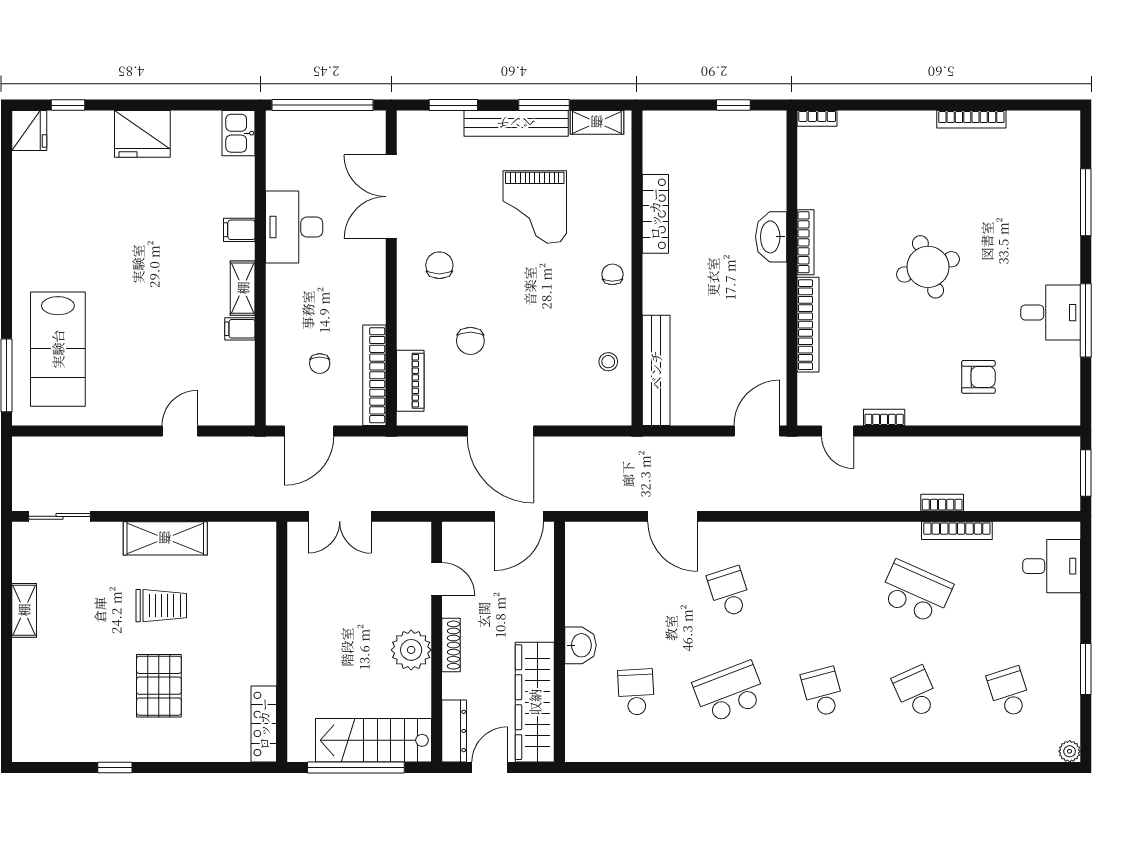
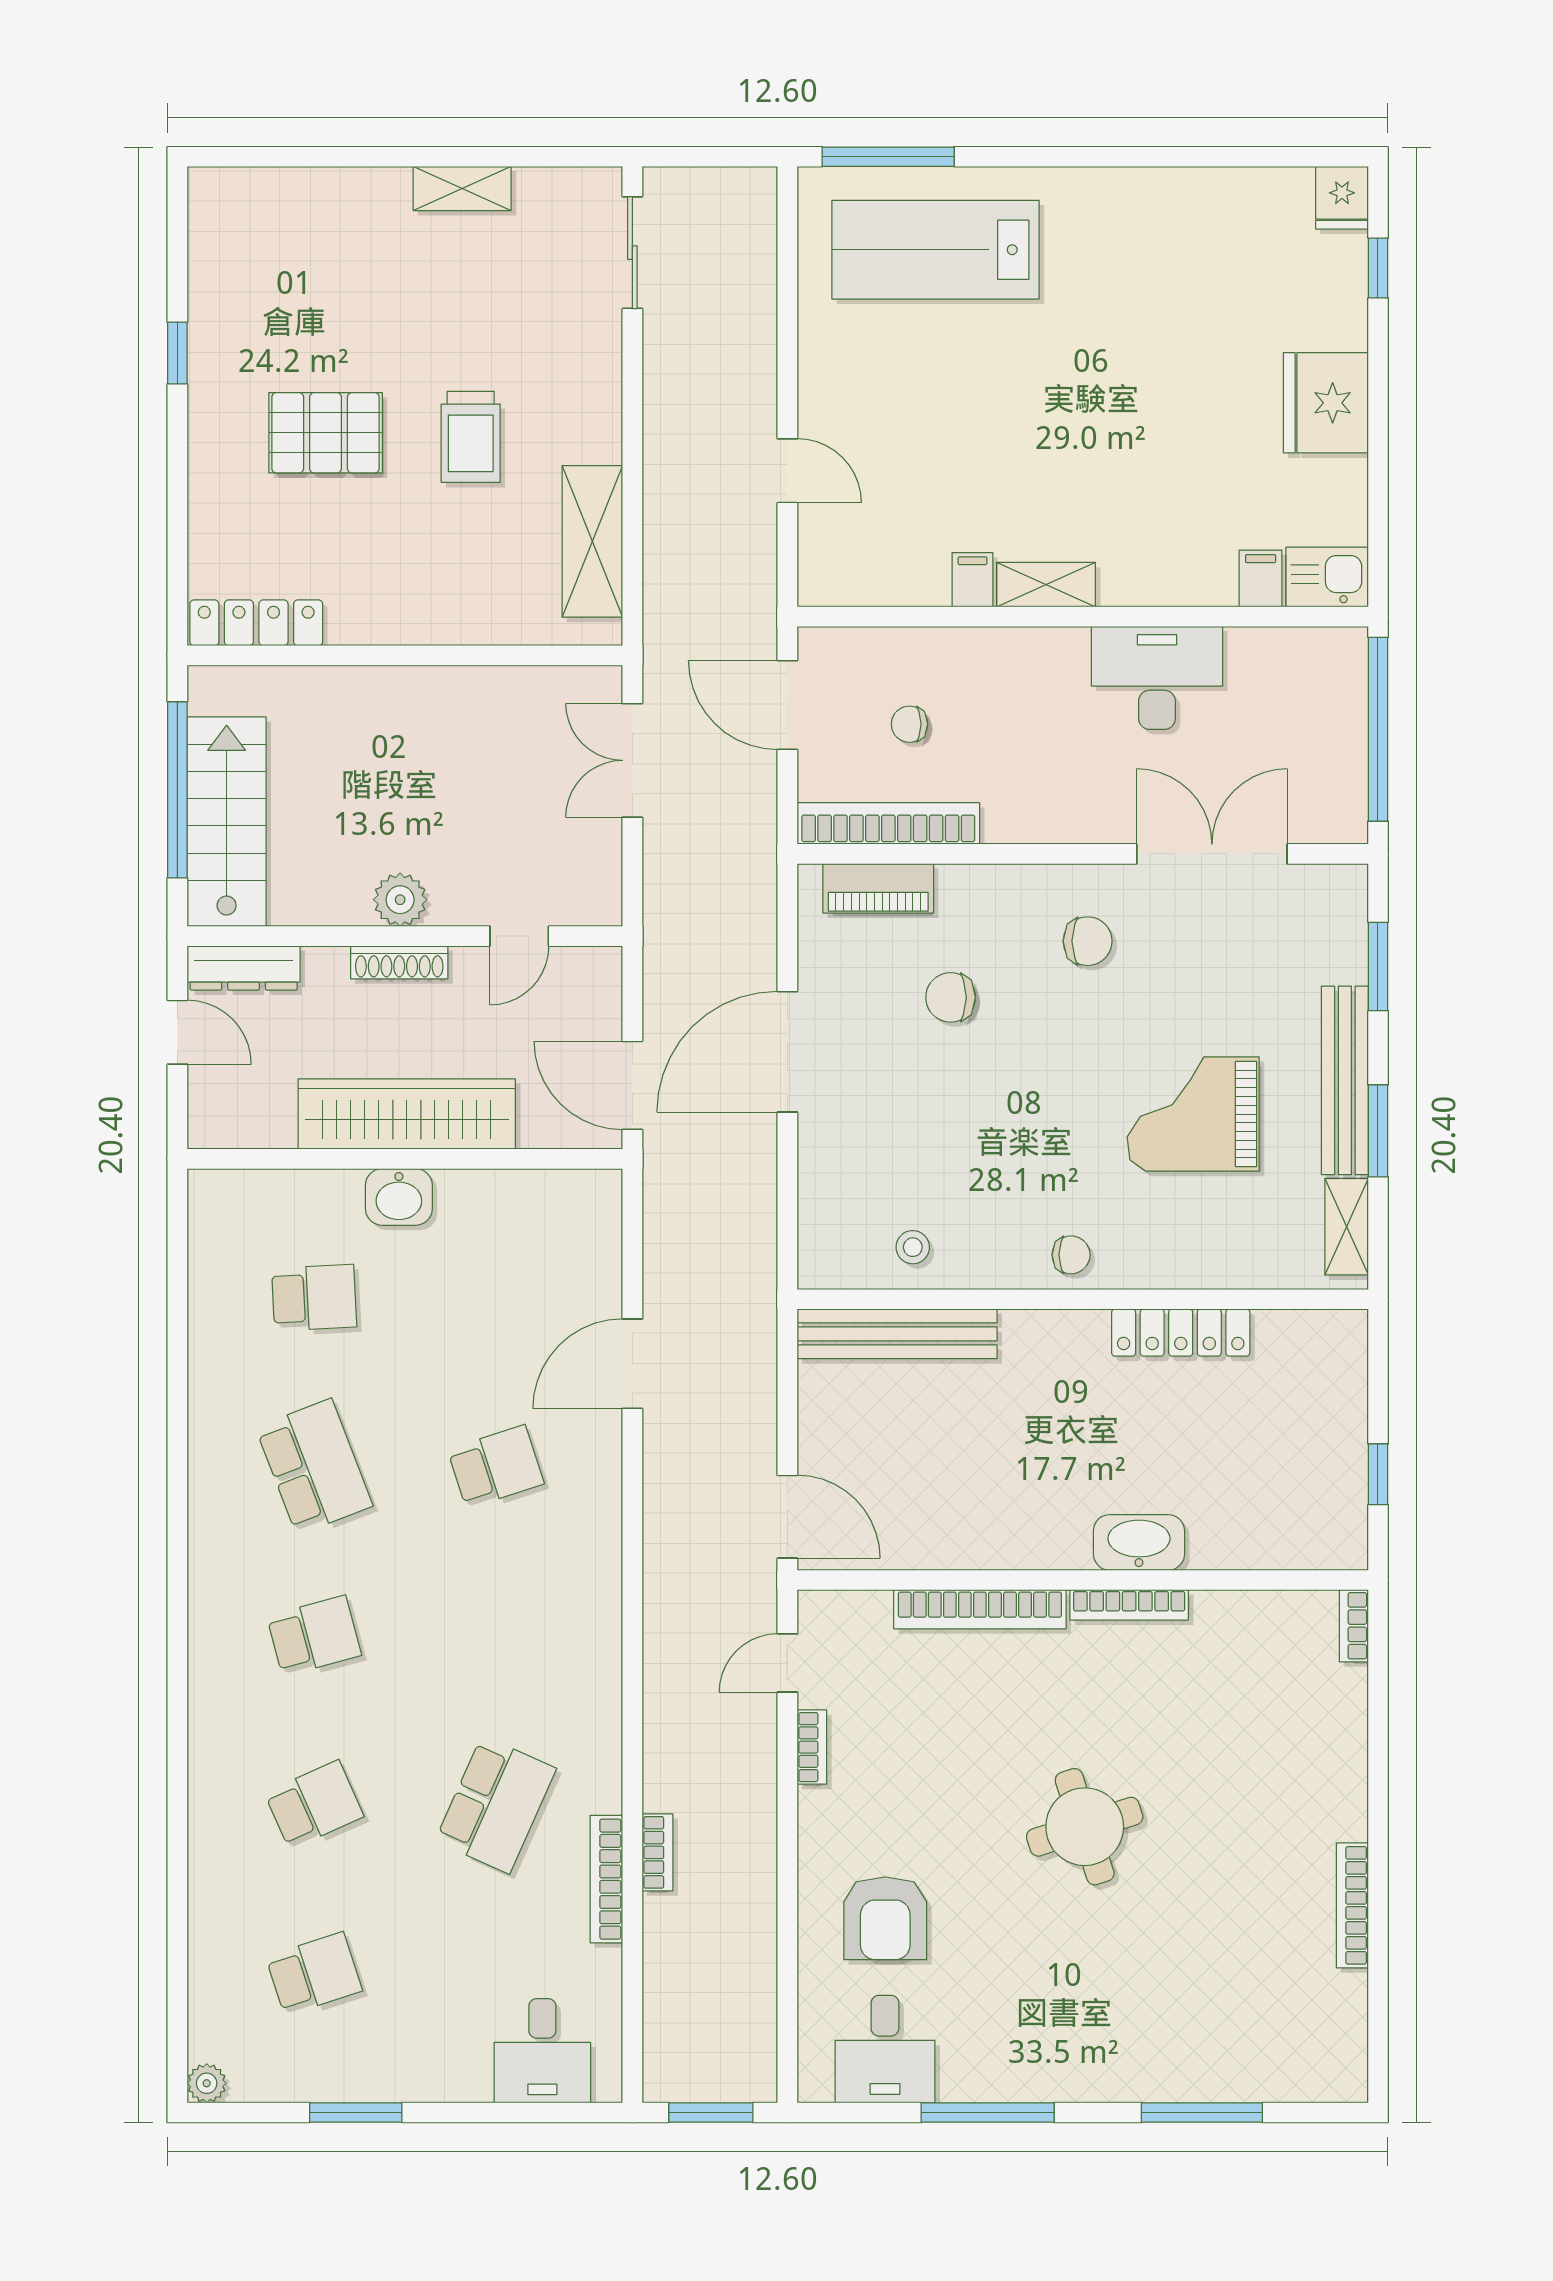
fridge: (29, 130) -> (1342, 198), width x0.72
filing cabinet: (239, 230) -> (1261, 578), moved
desk: (1051, 313) -> (885, 2049), moved
armchair: (978, 377) -> (885, 1918), width x1.38, depth x1.38
shelving: (165, 538) -> (592, 541), moved
plant: (411, 650) -> (400, 900), width x0.73, depth x0.73
wardrobe: (535, 702) -> (407, 1114), moved

